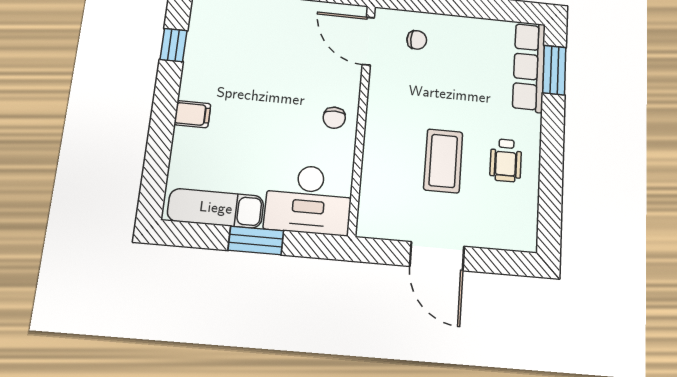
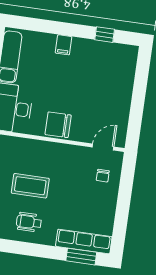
door: (368, 41) -> (103, 147), width x0.73
chair: (334, 118) -> (58, 125), width x1.87, depth x1.87

